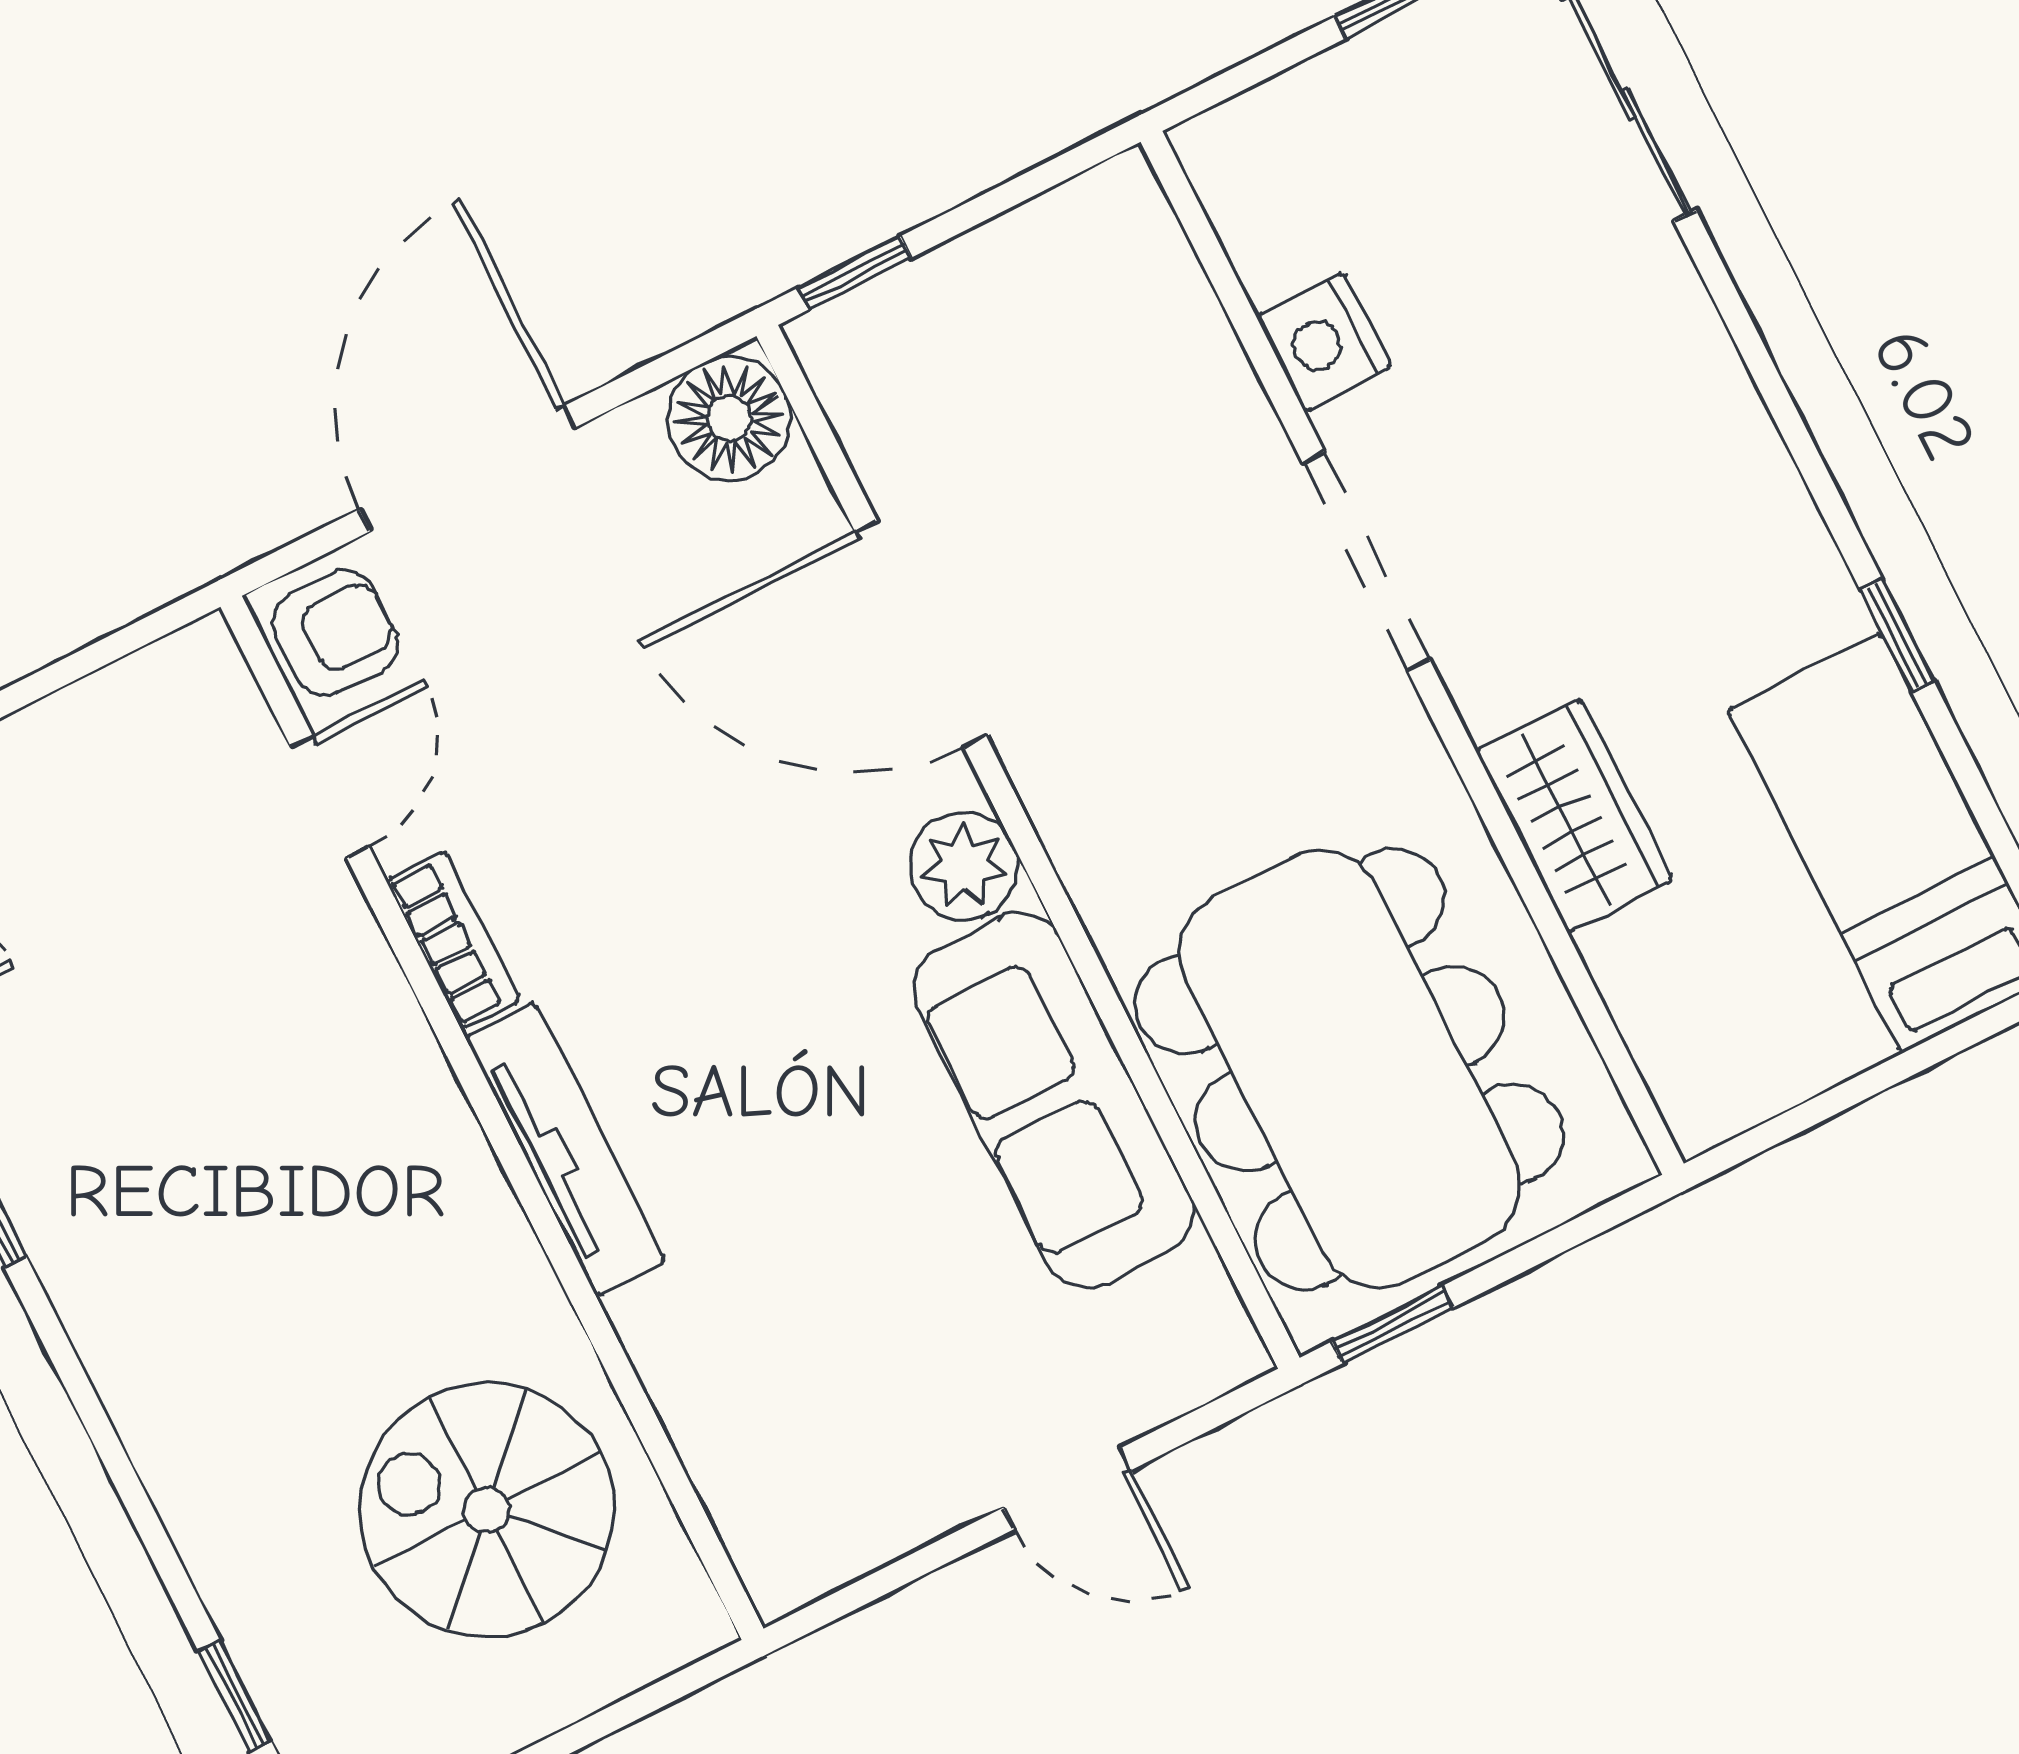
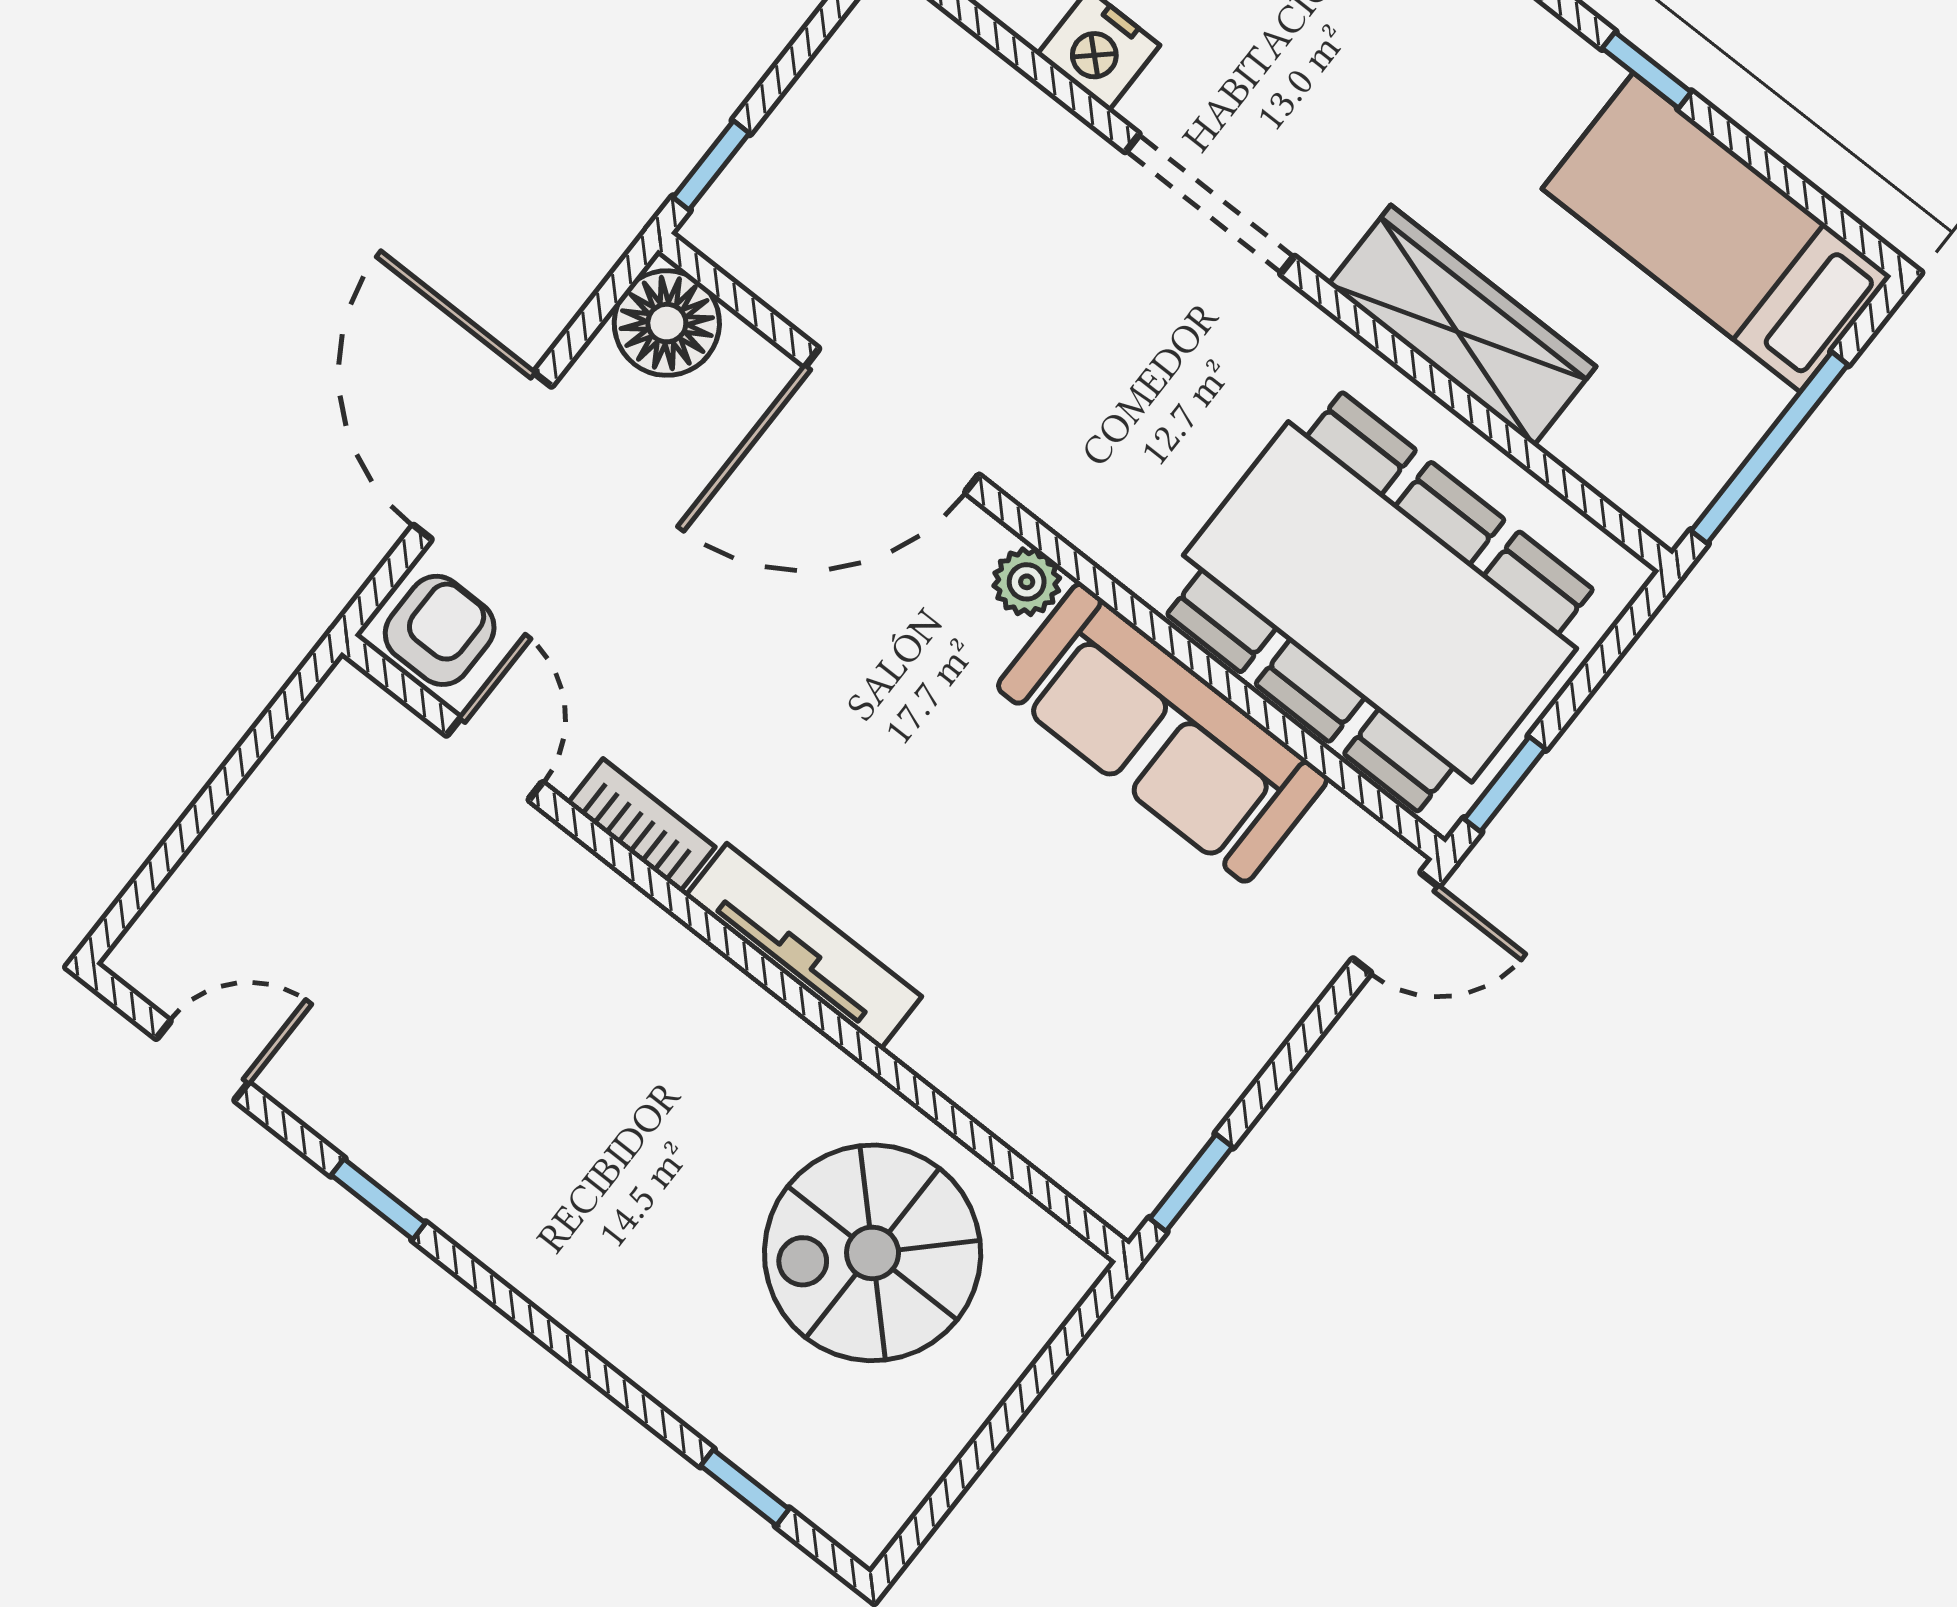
wardrobe: (1574, 816) -> (1462, 325), width x1.50
plant: (964, 866) -> (1027, 582), width x0.73, depth x0.73
window: (1840, 1098) -> (1770, 448), added
door: (1067, 1489) -> (1396, 923), moved
window: (860, 1593) -> (1191, 1183), added

